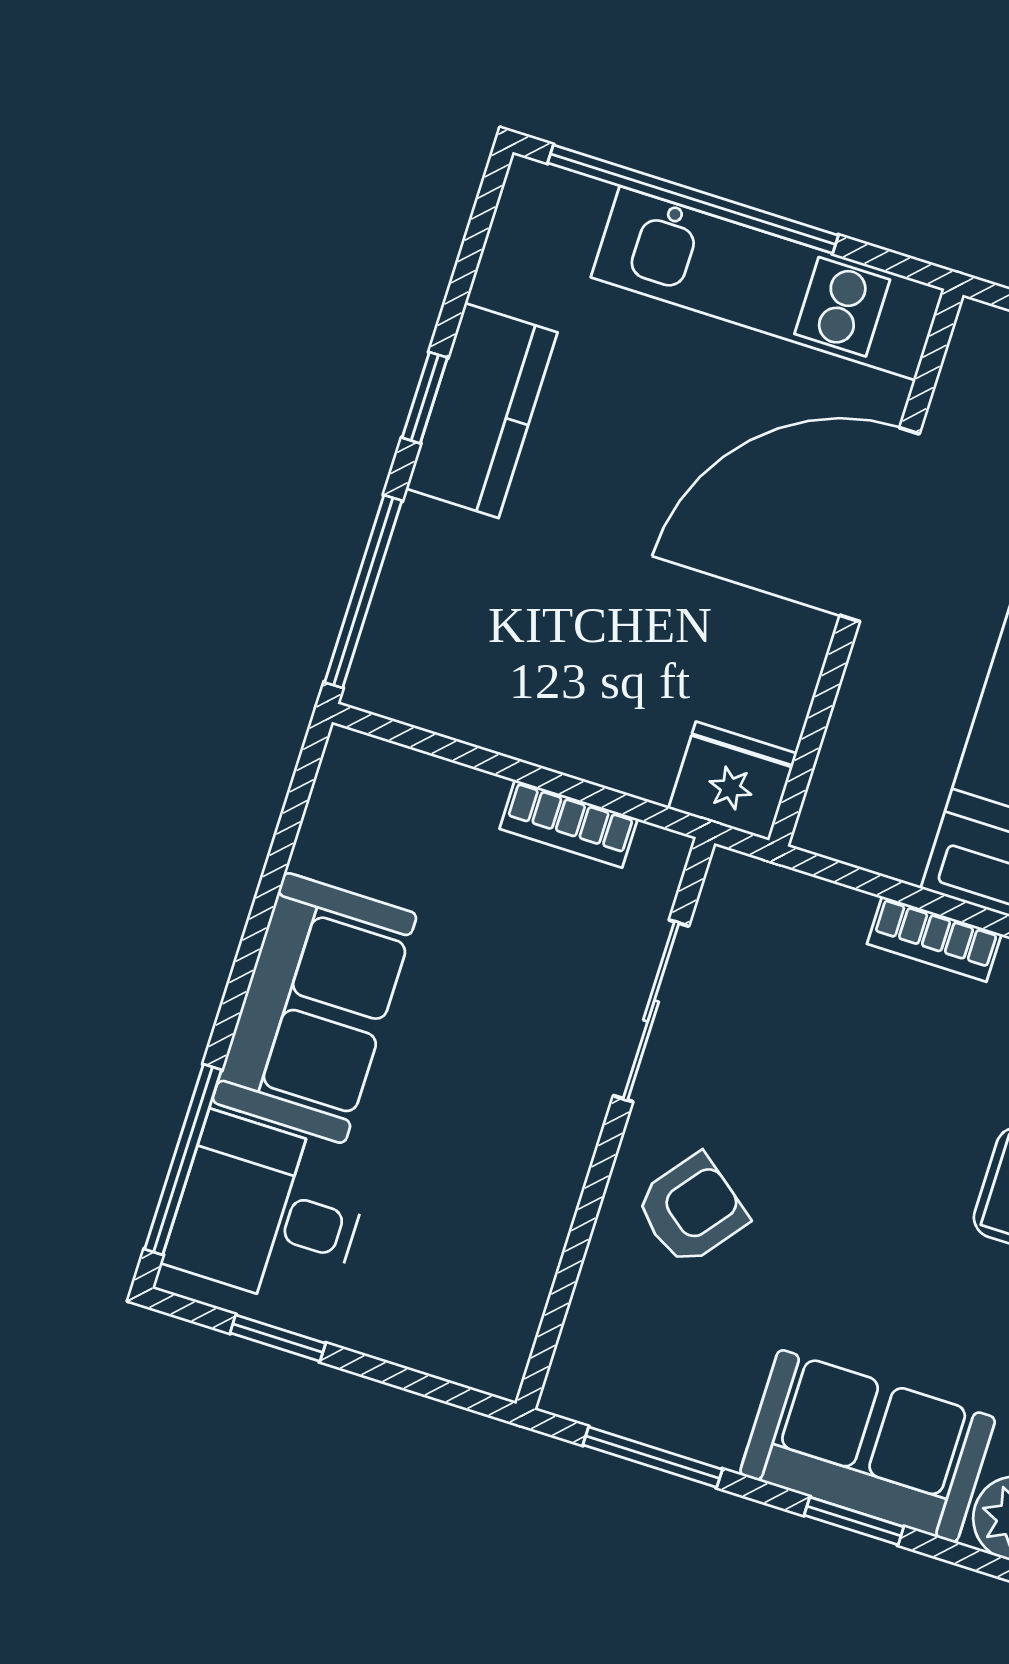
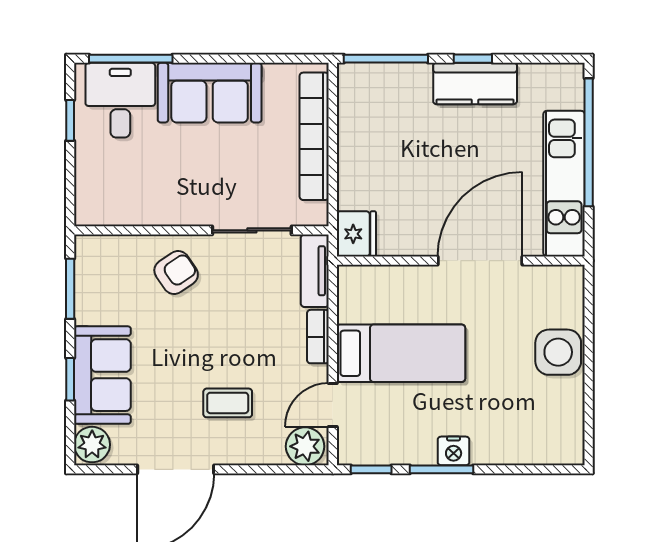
door: (880, 525) -> (480, 261), hinge flipped
bookcase: (569, 824) -> (314, 136), width x2.31, depth x1.31
tv unit: (785, 899) -> (315, 271), added
armchair: (691, 1210) -> (176, 272), turned -72

